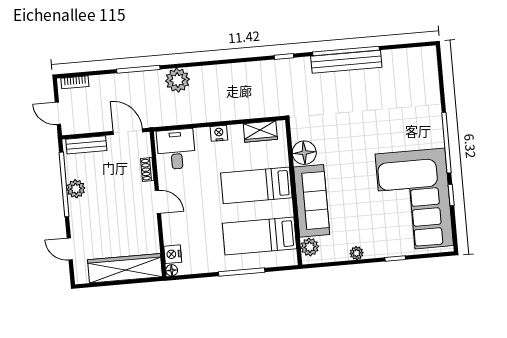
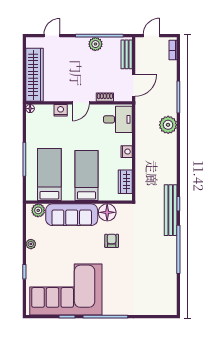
bench: (346, 62) -> (171, 210), moved
armchair: (342, 143) -> (112, 241), added
nightstand: (173, 254) -> (61, 110), moved

